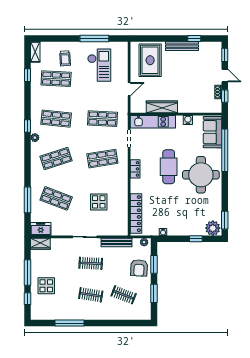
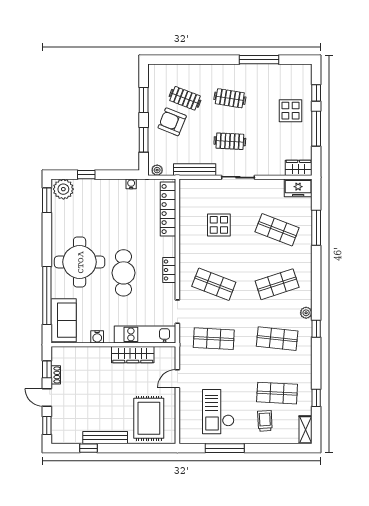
shop shelf: (102, 159) -> (214, 284), turned 30
armchair: (139, 268) -> (172, 122), moved, turned -71

